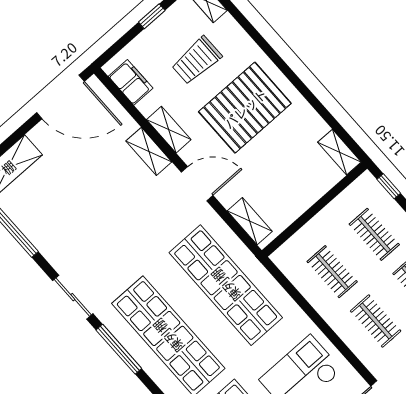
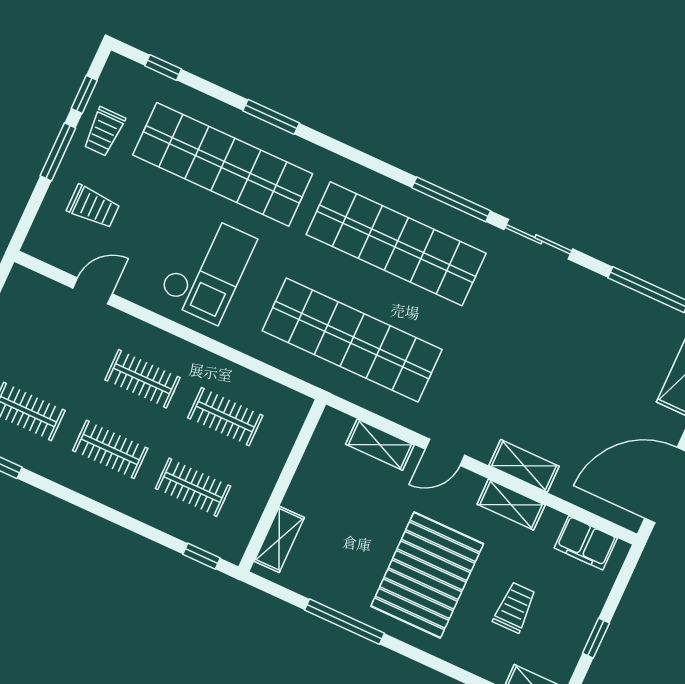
trolley: (197, 60) -> (515, 607), width x0.73, depth x0.72
window: (313, 101) -> (344, 622), added
shelving: (339, 152) -> (279, 539), moved, turned 90
door: (197, 184) -> (445, 452), width x0.73
shelving: (250, 221) -> (380, 445), moved

